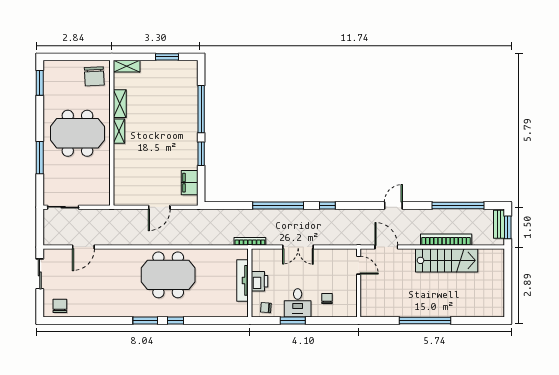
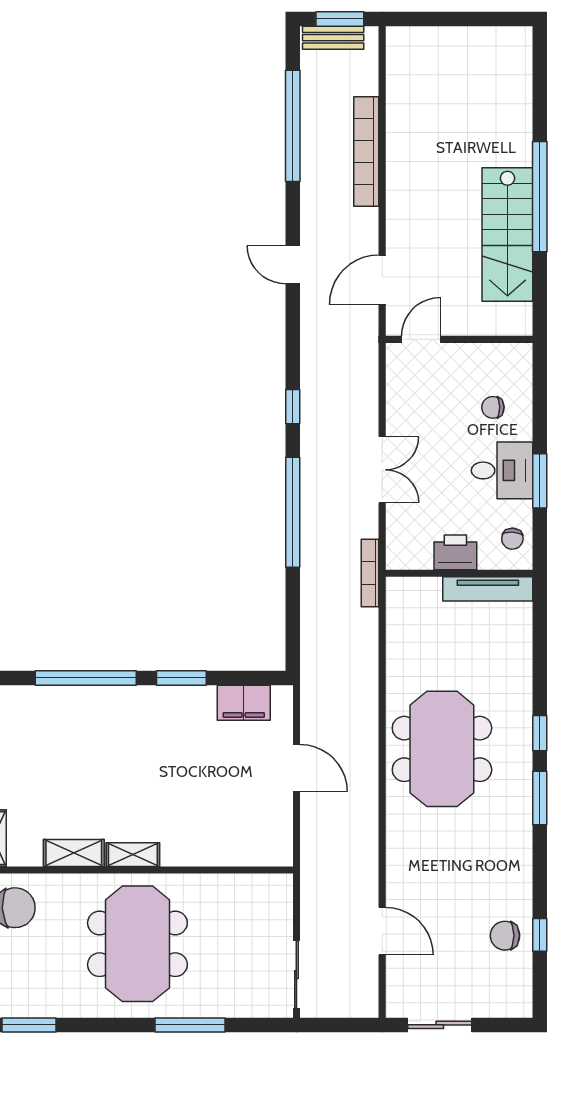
stairs: (447, 260) -> (507, 234), moved, turned 180
tv unit: (243, 280) -> (488, 589), moved
chair: (60, 306) -> (505, 936), moved
window: (82, 320) -> (540, 935), added

